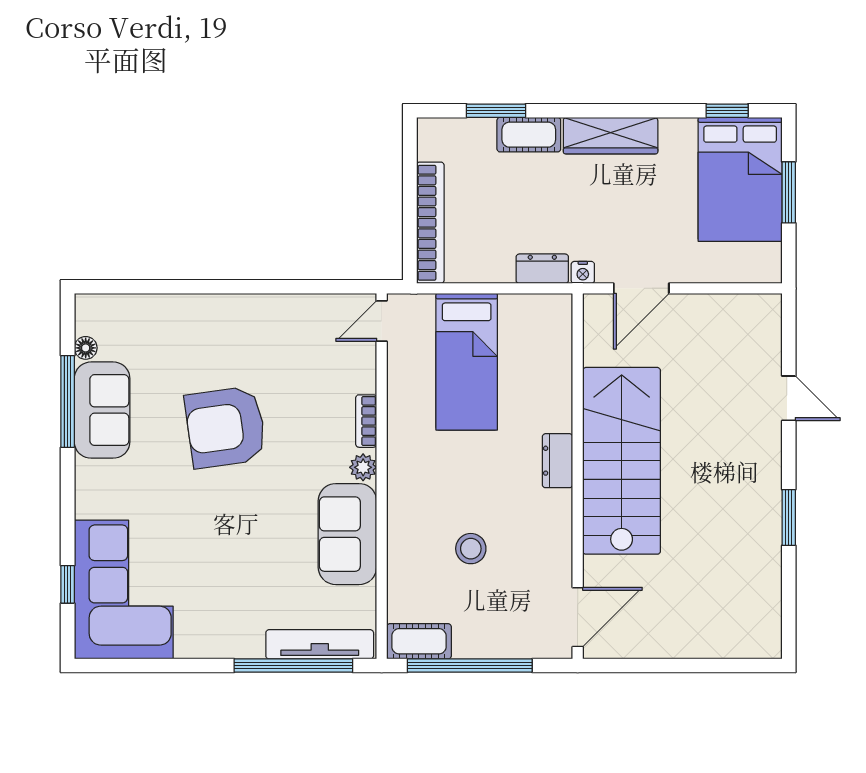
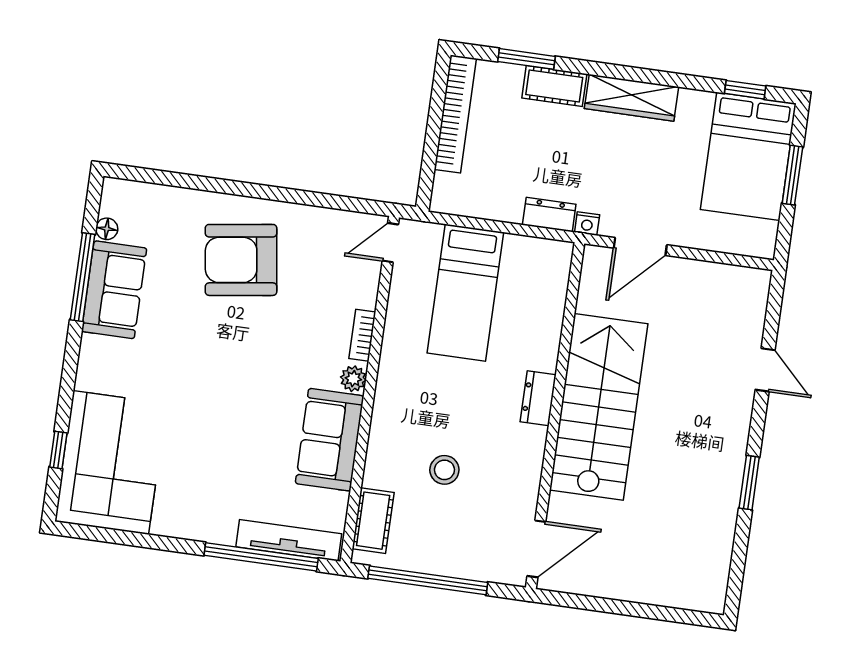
bookcase: (430, 223) -> (455, 114), moved
armchair: (226, 427) -> (241, 260), moved
cot: (419, 641) -> (373, 521), moved, turned 90

